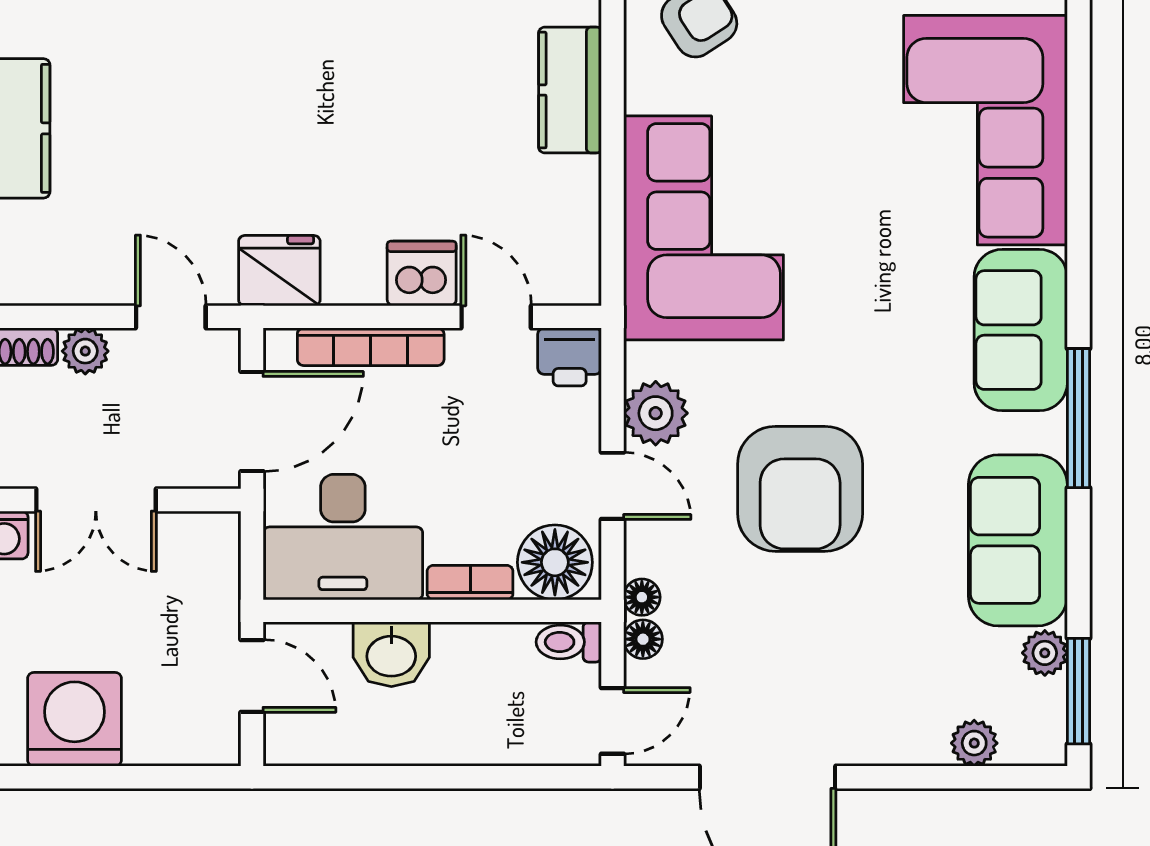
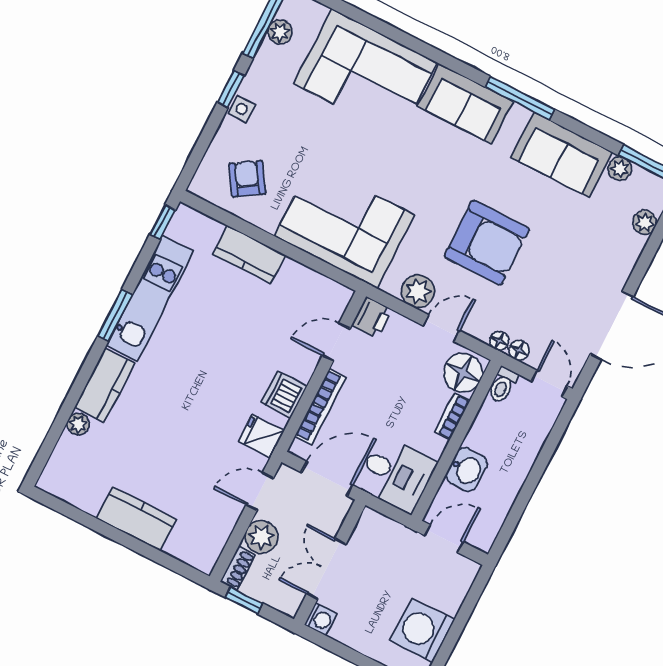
fridge: (279, 271) -> (261, 436), width x0.72
dishwasher: (422, 274) -> (284, 395), moved
plant: (85, 351) -> (261, 537), width x1.38, depth x1.38
door: (252, 422) -> (327, 479), hinge flipped
double door: (96, 500) -> (326, 569), swing flipped
desk: (343, 537) -> (396, 474), width x0.73

